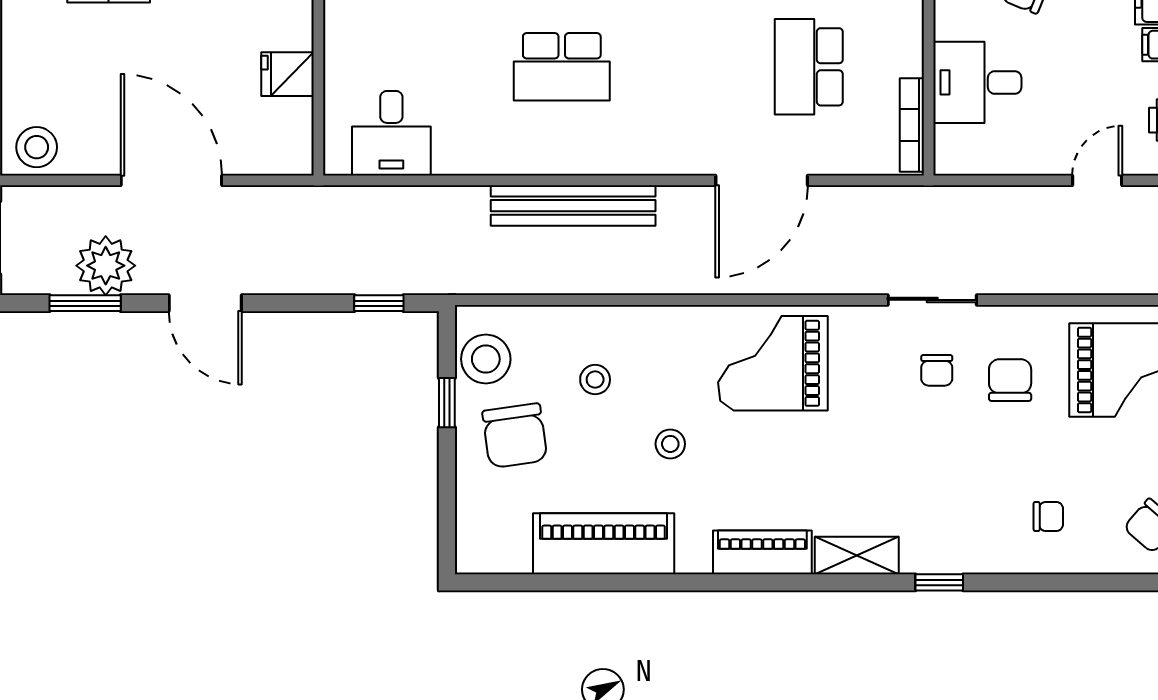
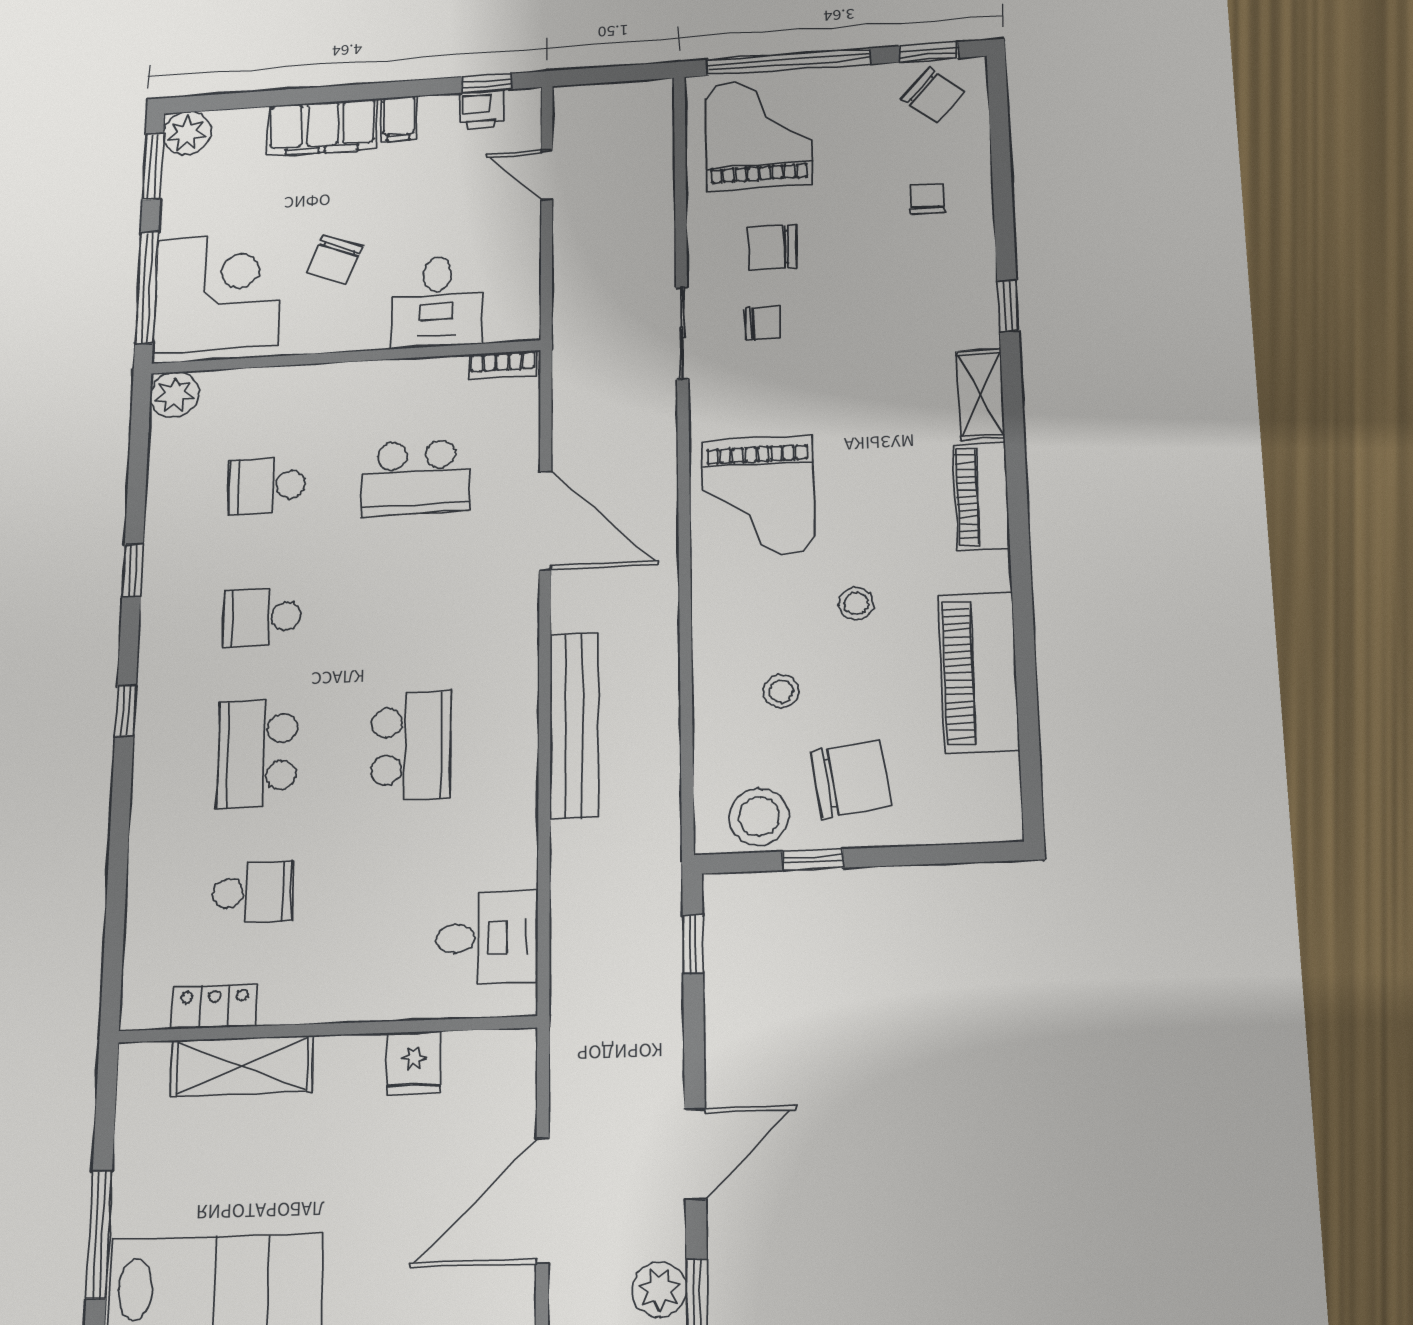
bookcase: (912, 125) -> (503, 365), width x0.64
plant: (106, 266) -> (659, 1290), width x0.73, depth x0.73

